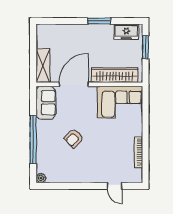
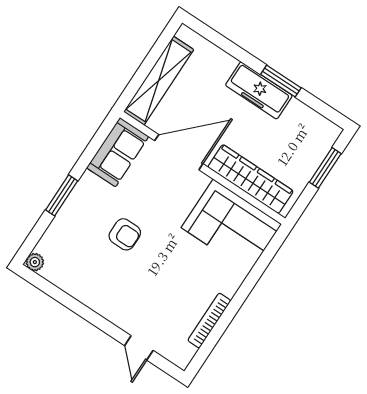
freezer: (126, 32) -> (259, 90), moved, width x1.40
shelving: (43, 66) -> (159, 81), width x1.47
armchair: (74, 138) -> (125, 234), turned -133
window: (33, 139) -> (62, 195), width x0.47

